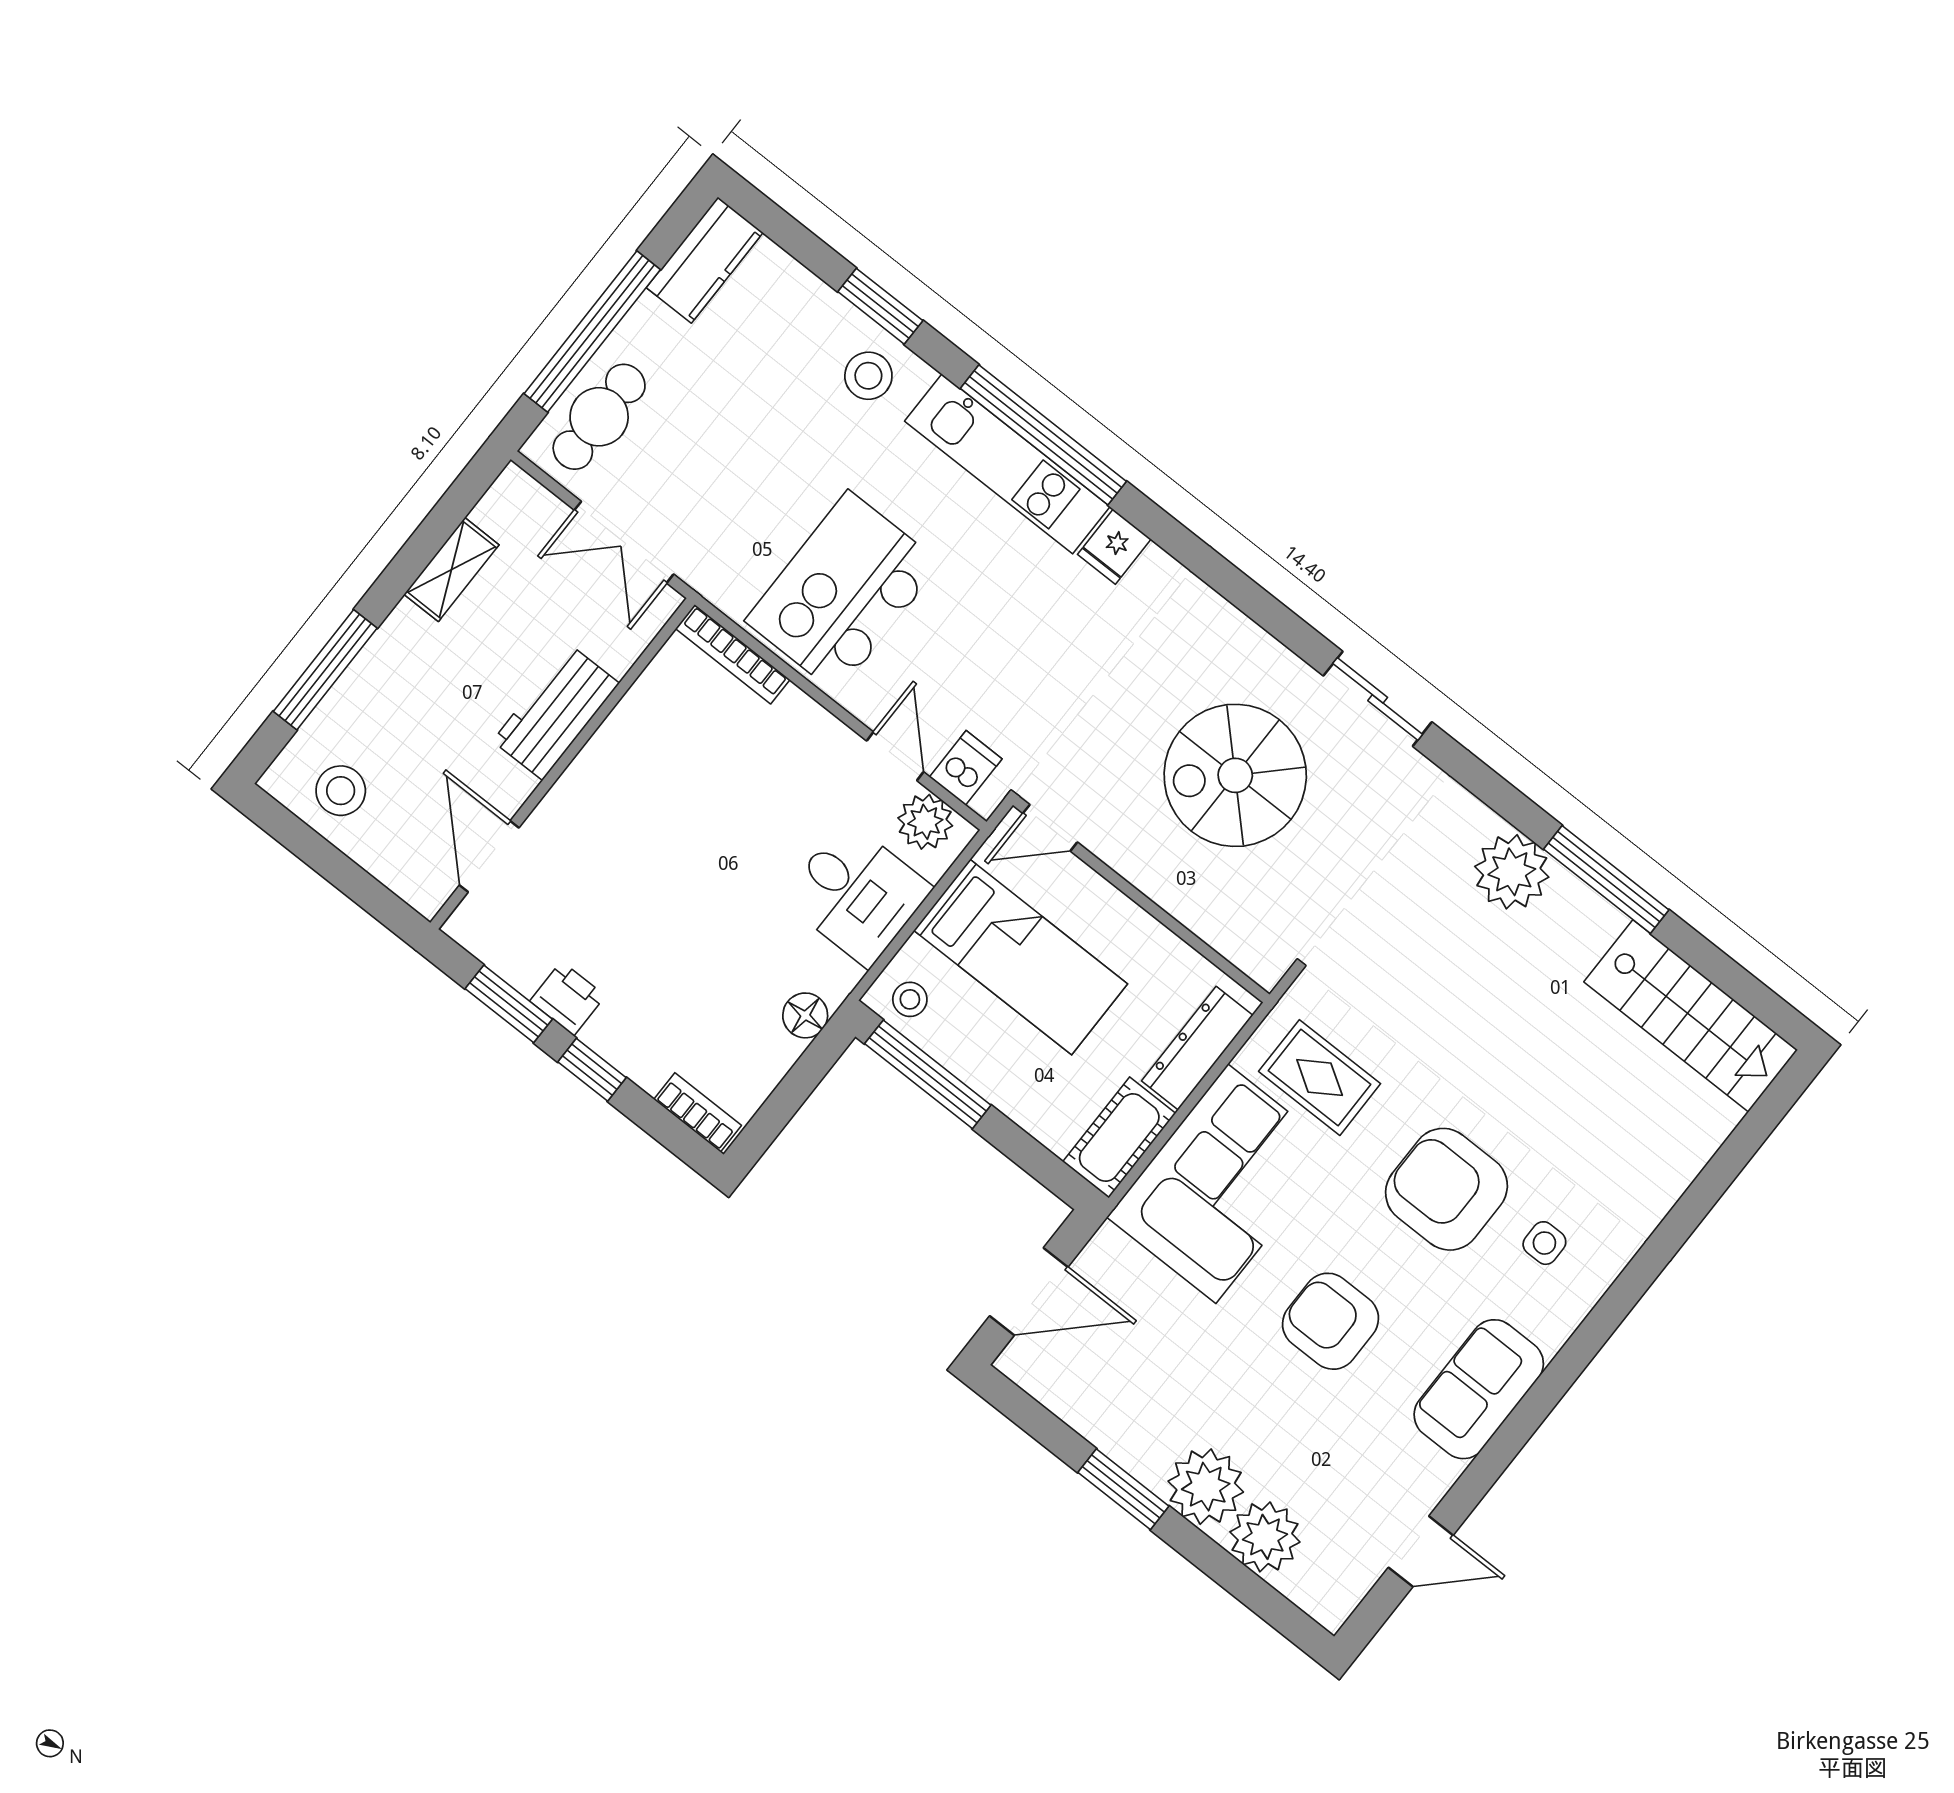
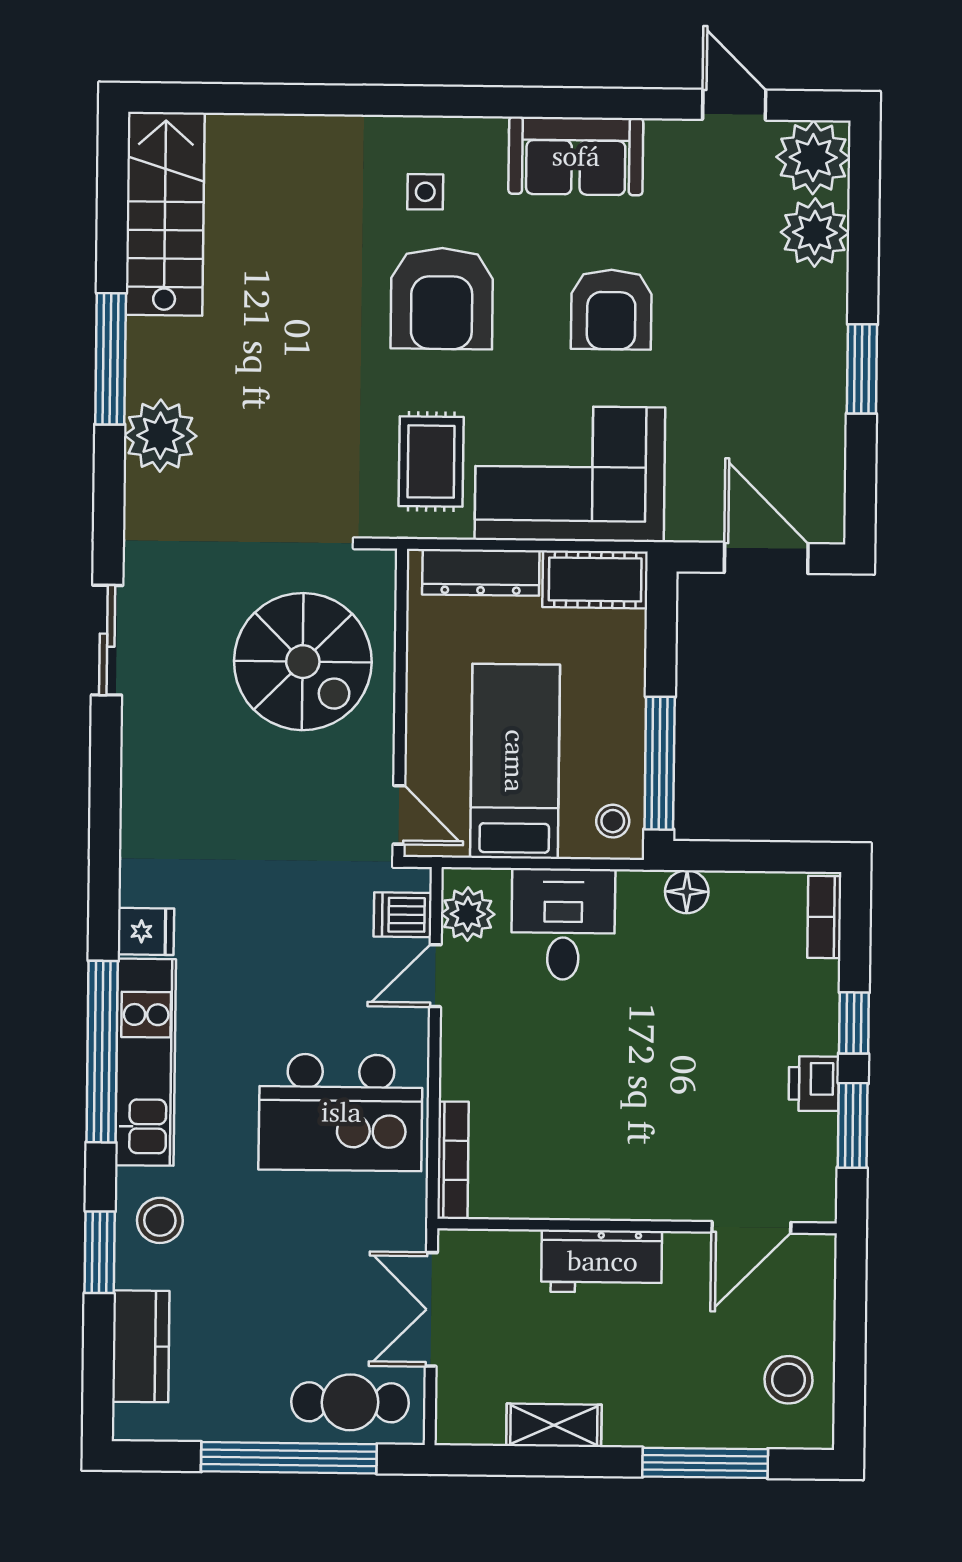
kitchen counter: (705, 260) -> (141, 1346), moved, turned 90
double door: (624, 542) -> (431, 1309), swing flipped
spiral stairs: (1235, 775) -> (303, 662), moved
plant: (1206, 1487) -> (813, 157), moved

